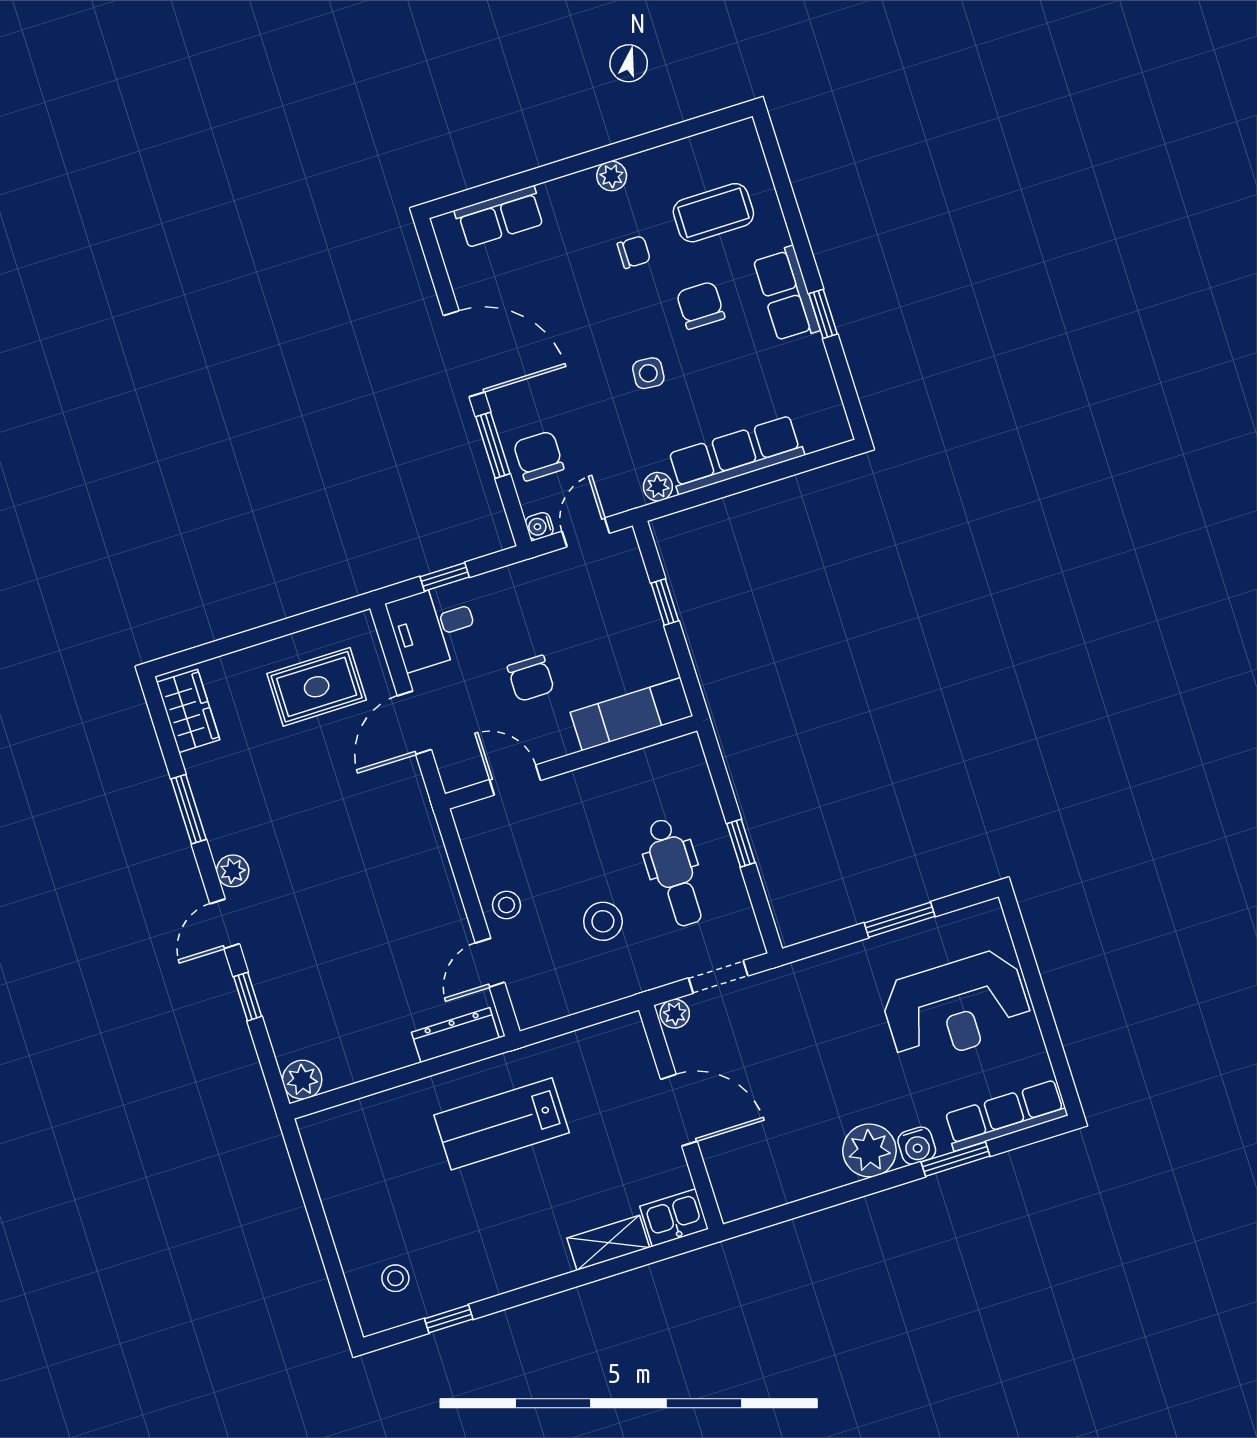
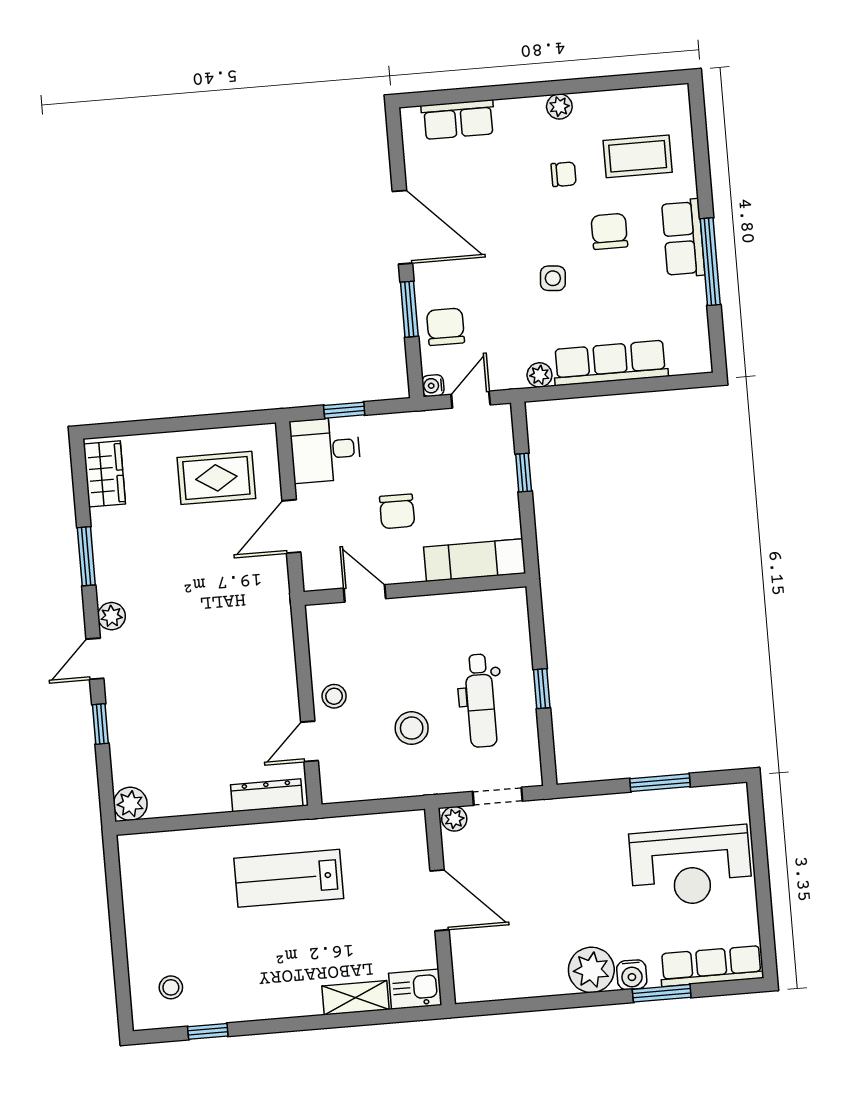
window: (823, 314) -> (710, 262), width x2.17

